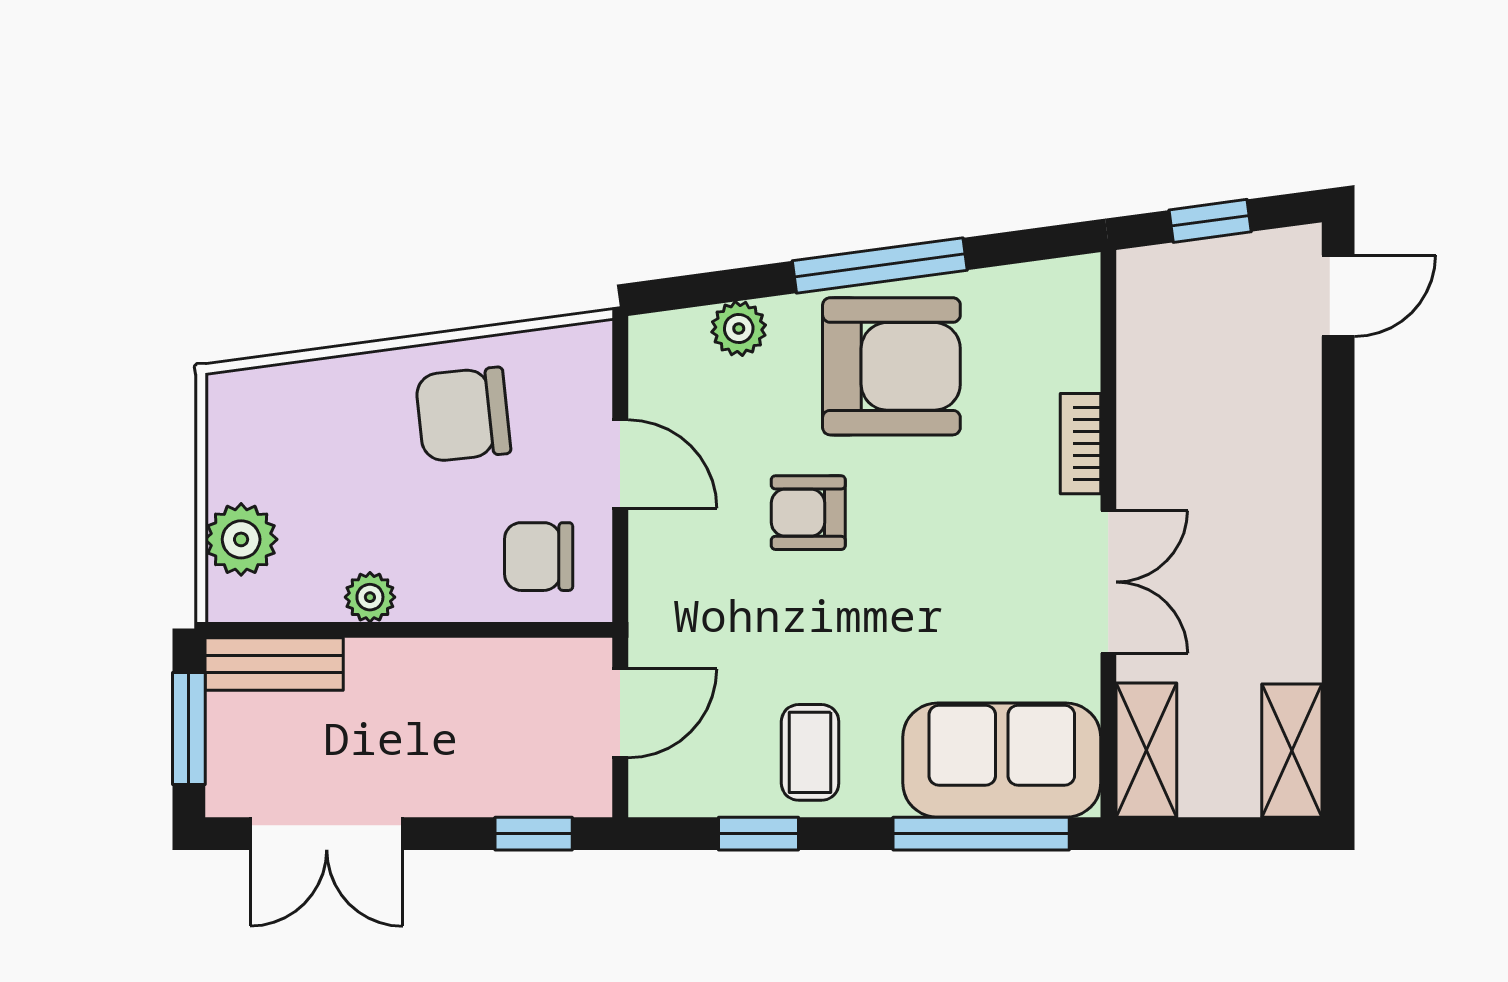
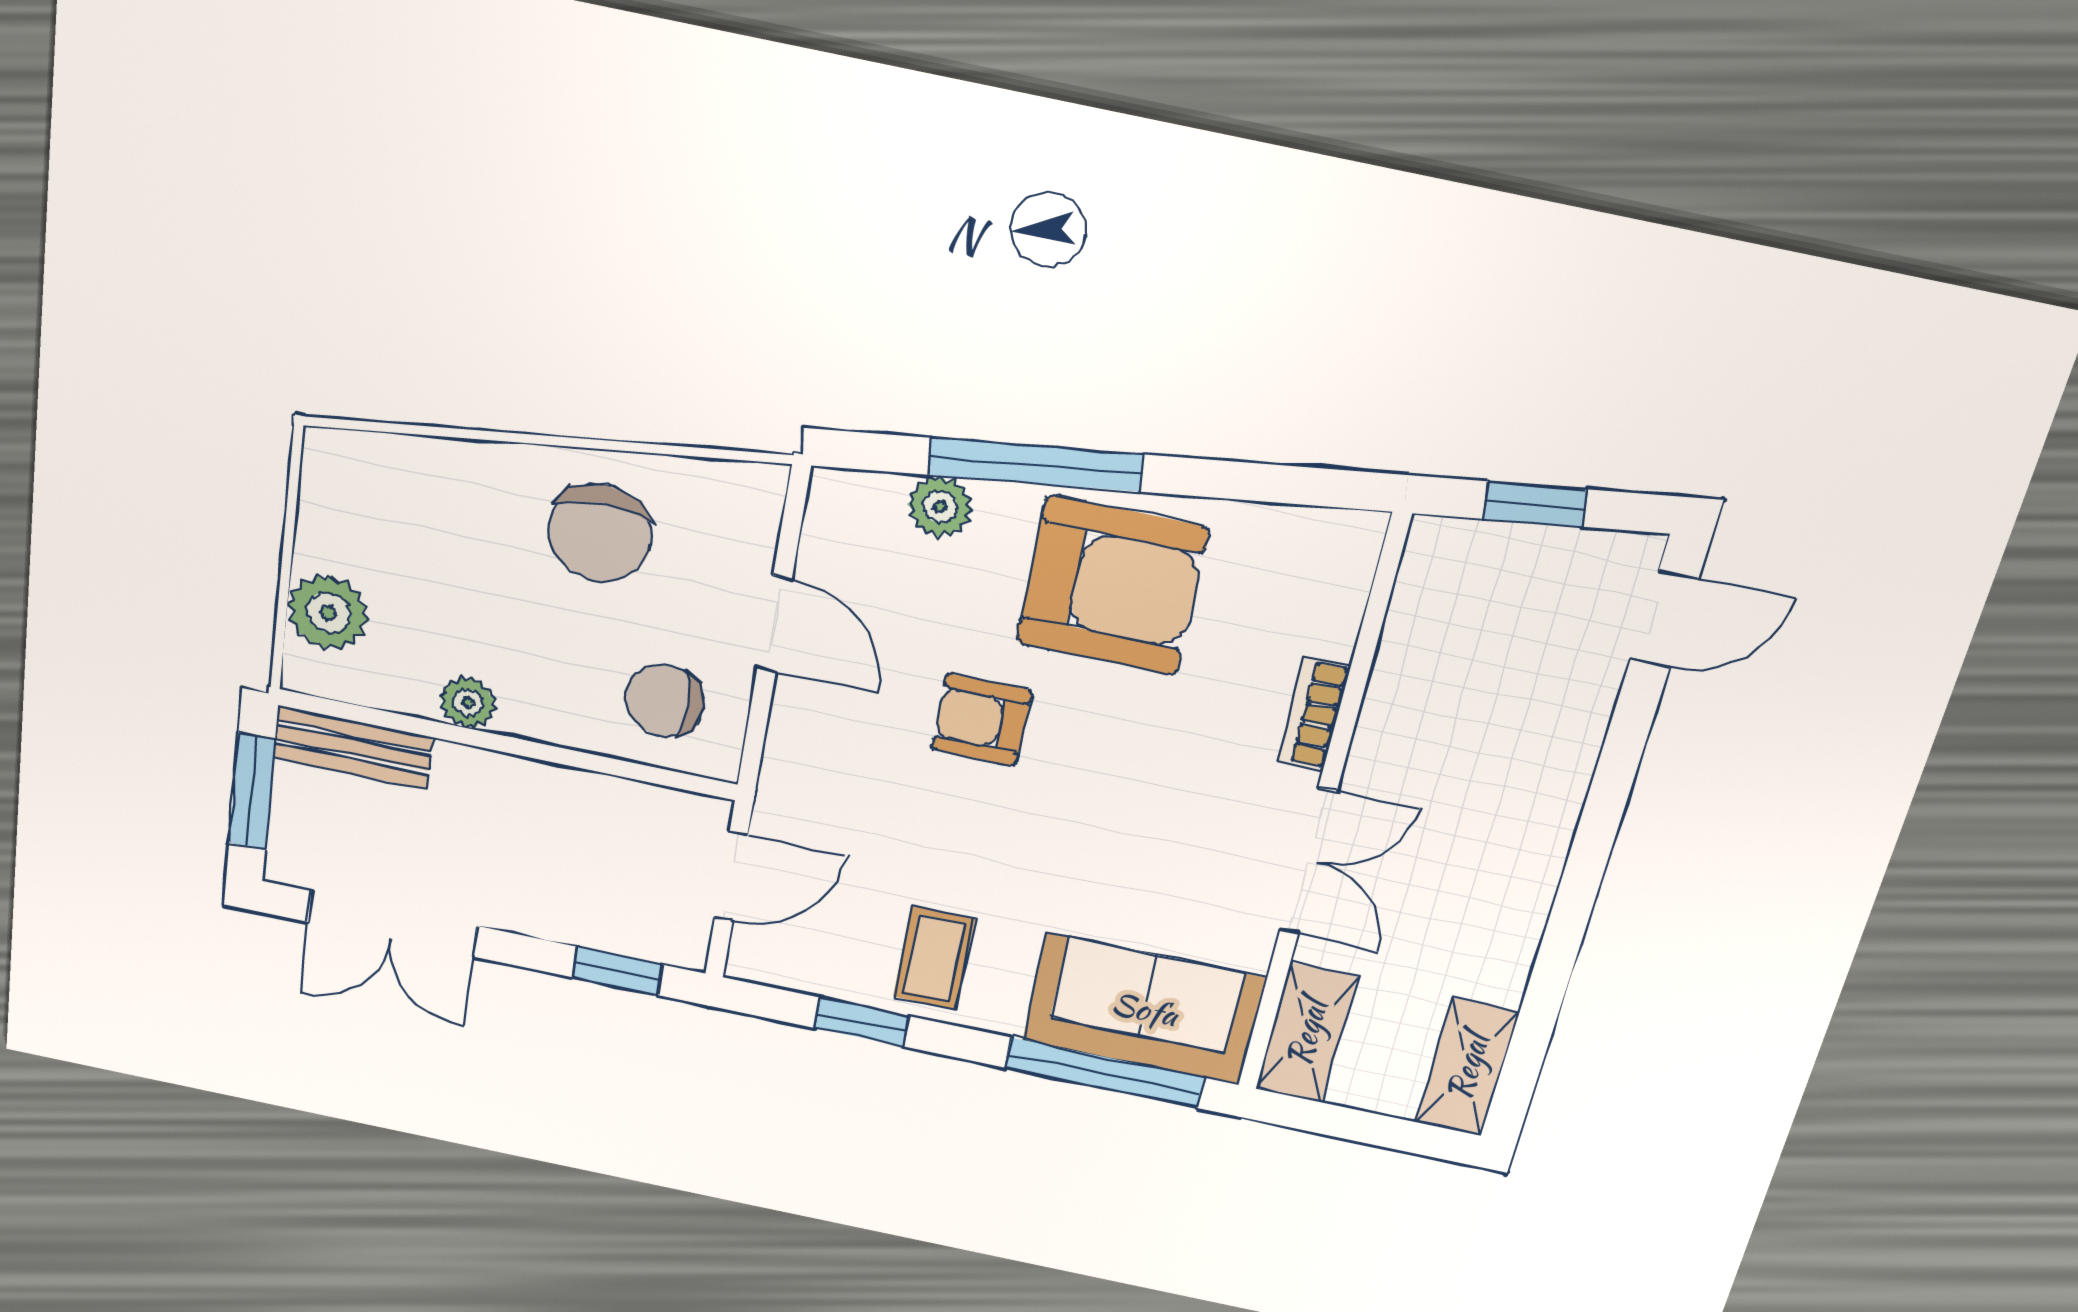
window: (880, 266) -> (1036, 465), moved
chair: (463, 414) -> (600, 533), turned -84

